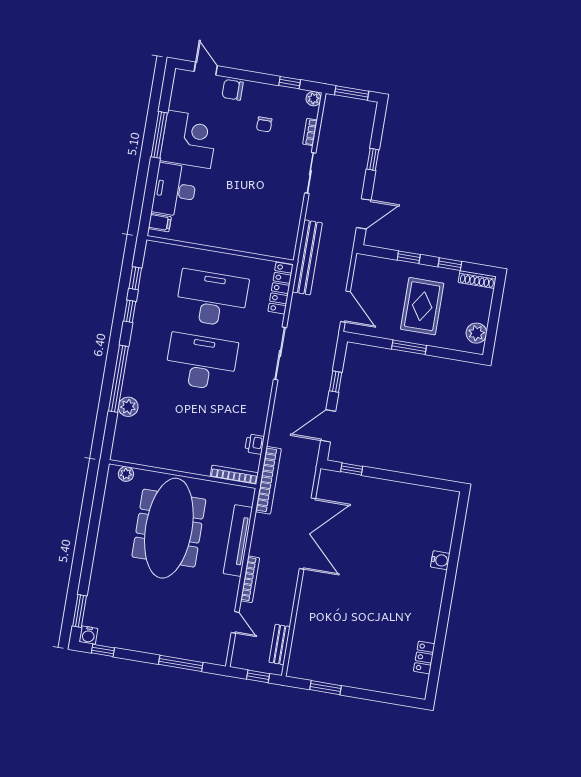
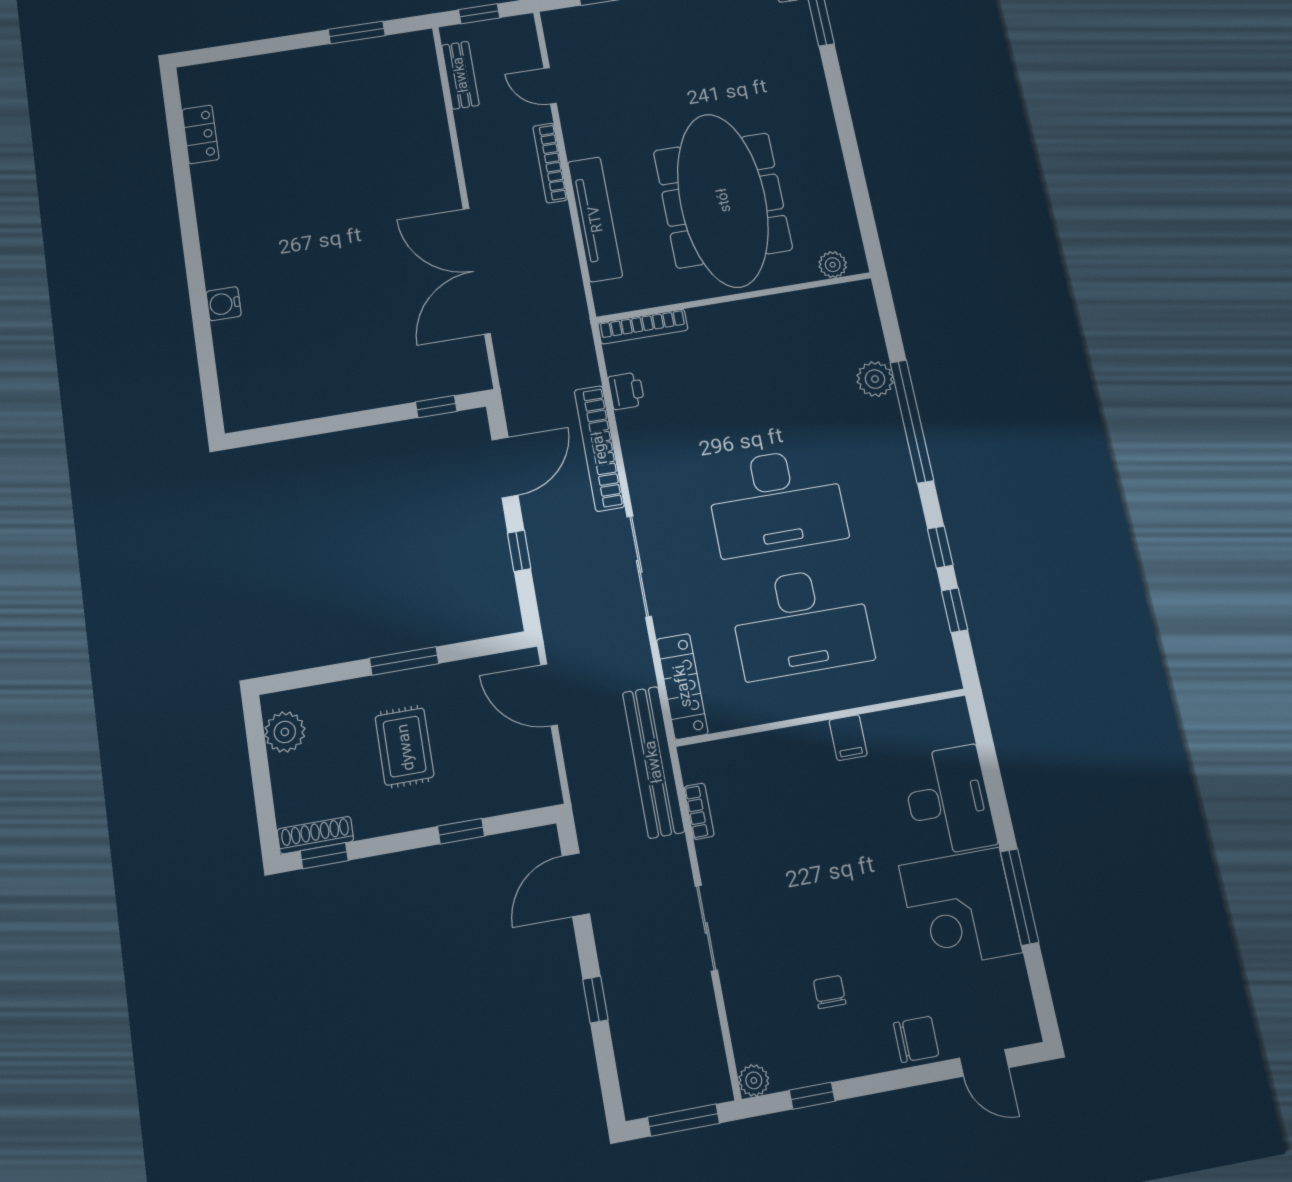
bookcase: (310, 132) -> (699, 811), moved
filing cabinet: (160, 223) -> (848, 738), moved, turned -90
window: (450, 264) -> (324, 856), moved
rug: (422, 306) -> (405, 747), width x0.73, depth x0.70
bookcase: (268, 480) -> (599, 448), moved

